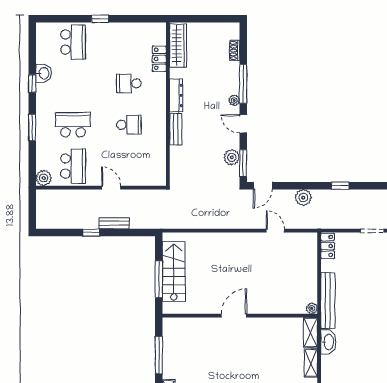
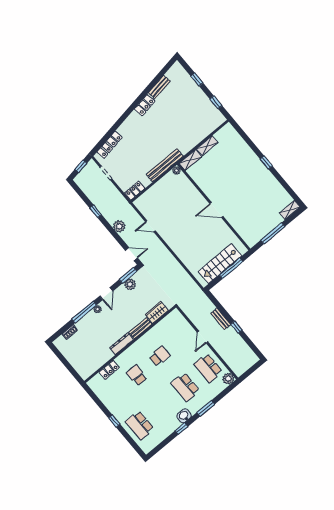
school desk: (73, 42) -> (140, 425), turned -90
wardrobe: (178, 46) -> (157, 312), moved, width x0.67
washbasin: (43, 73) -> (184, 416), moved
school desk: (129, 83) -> (137, 375), turned 180
school desk: (129, 125) -> (160, 356), turned 90
school desk: (73, 166) -> (208, 368), turned -90
door: (275, 231) -> (150, 226), hinge flipped
washbasin: (328, 342) -> (187, 146), removed

